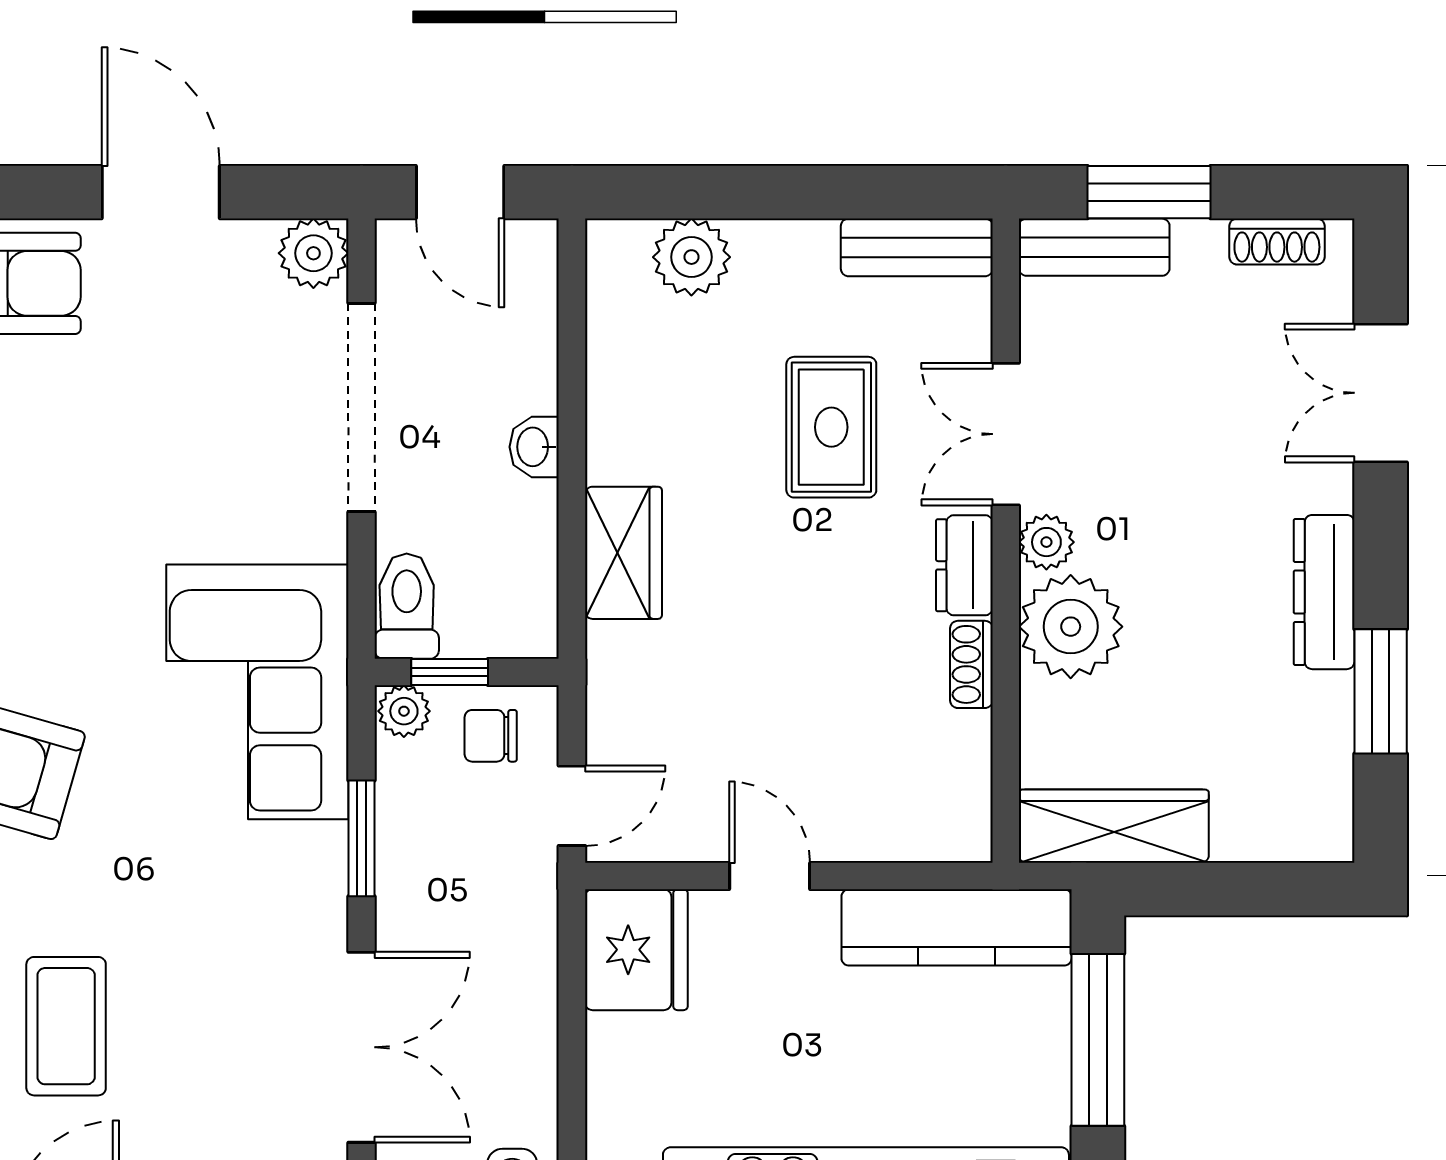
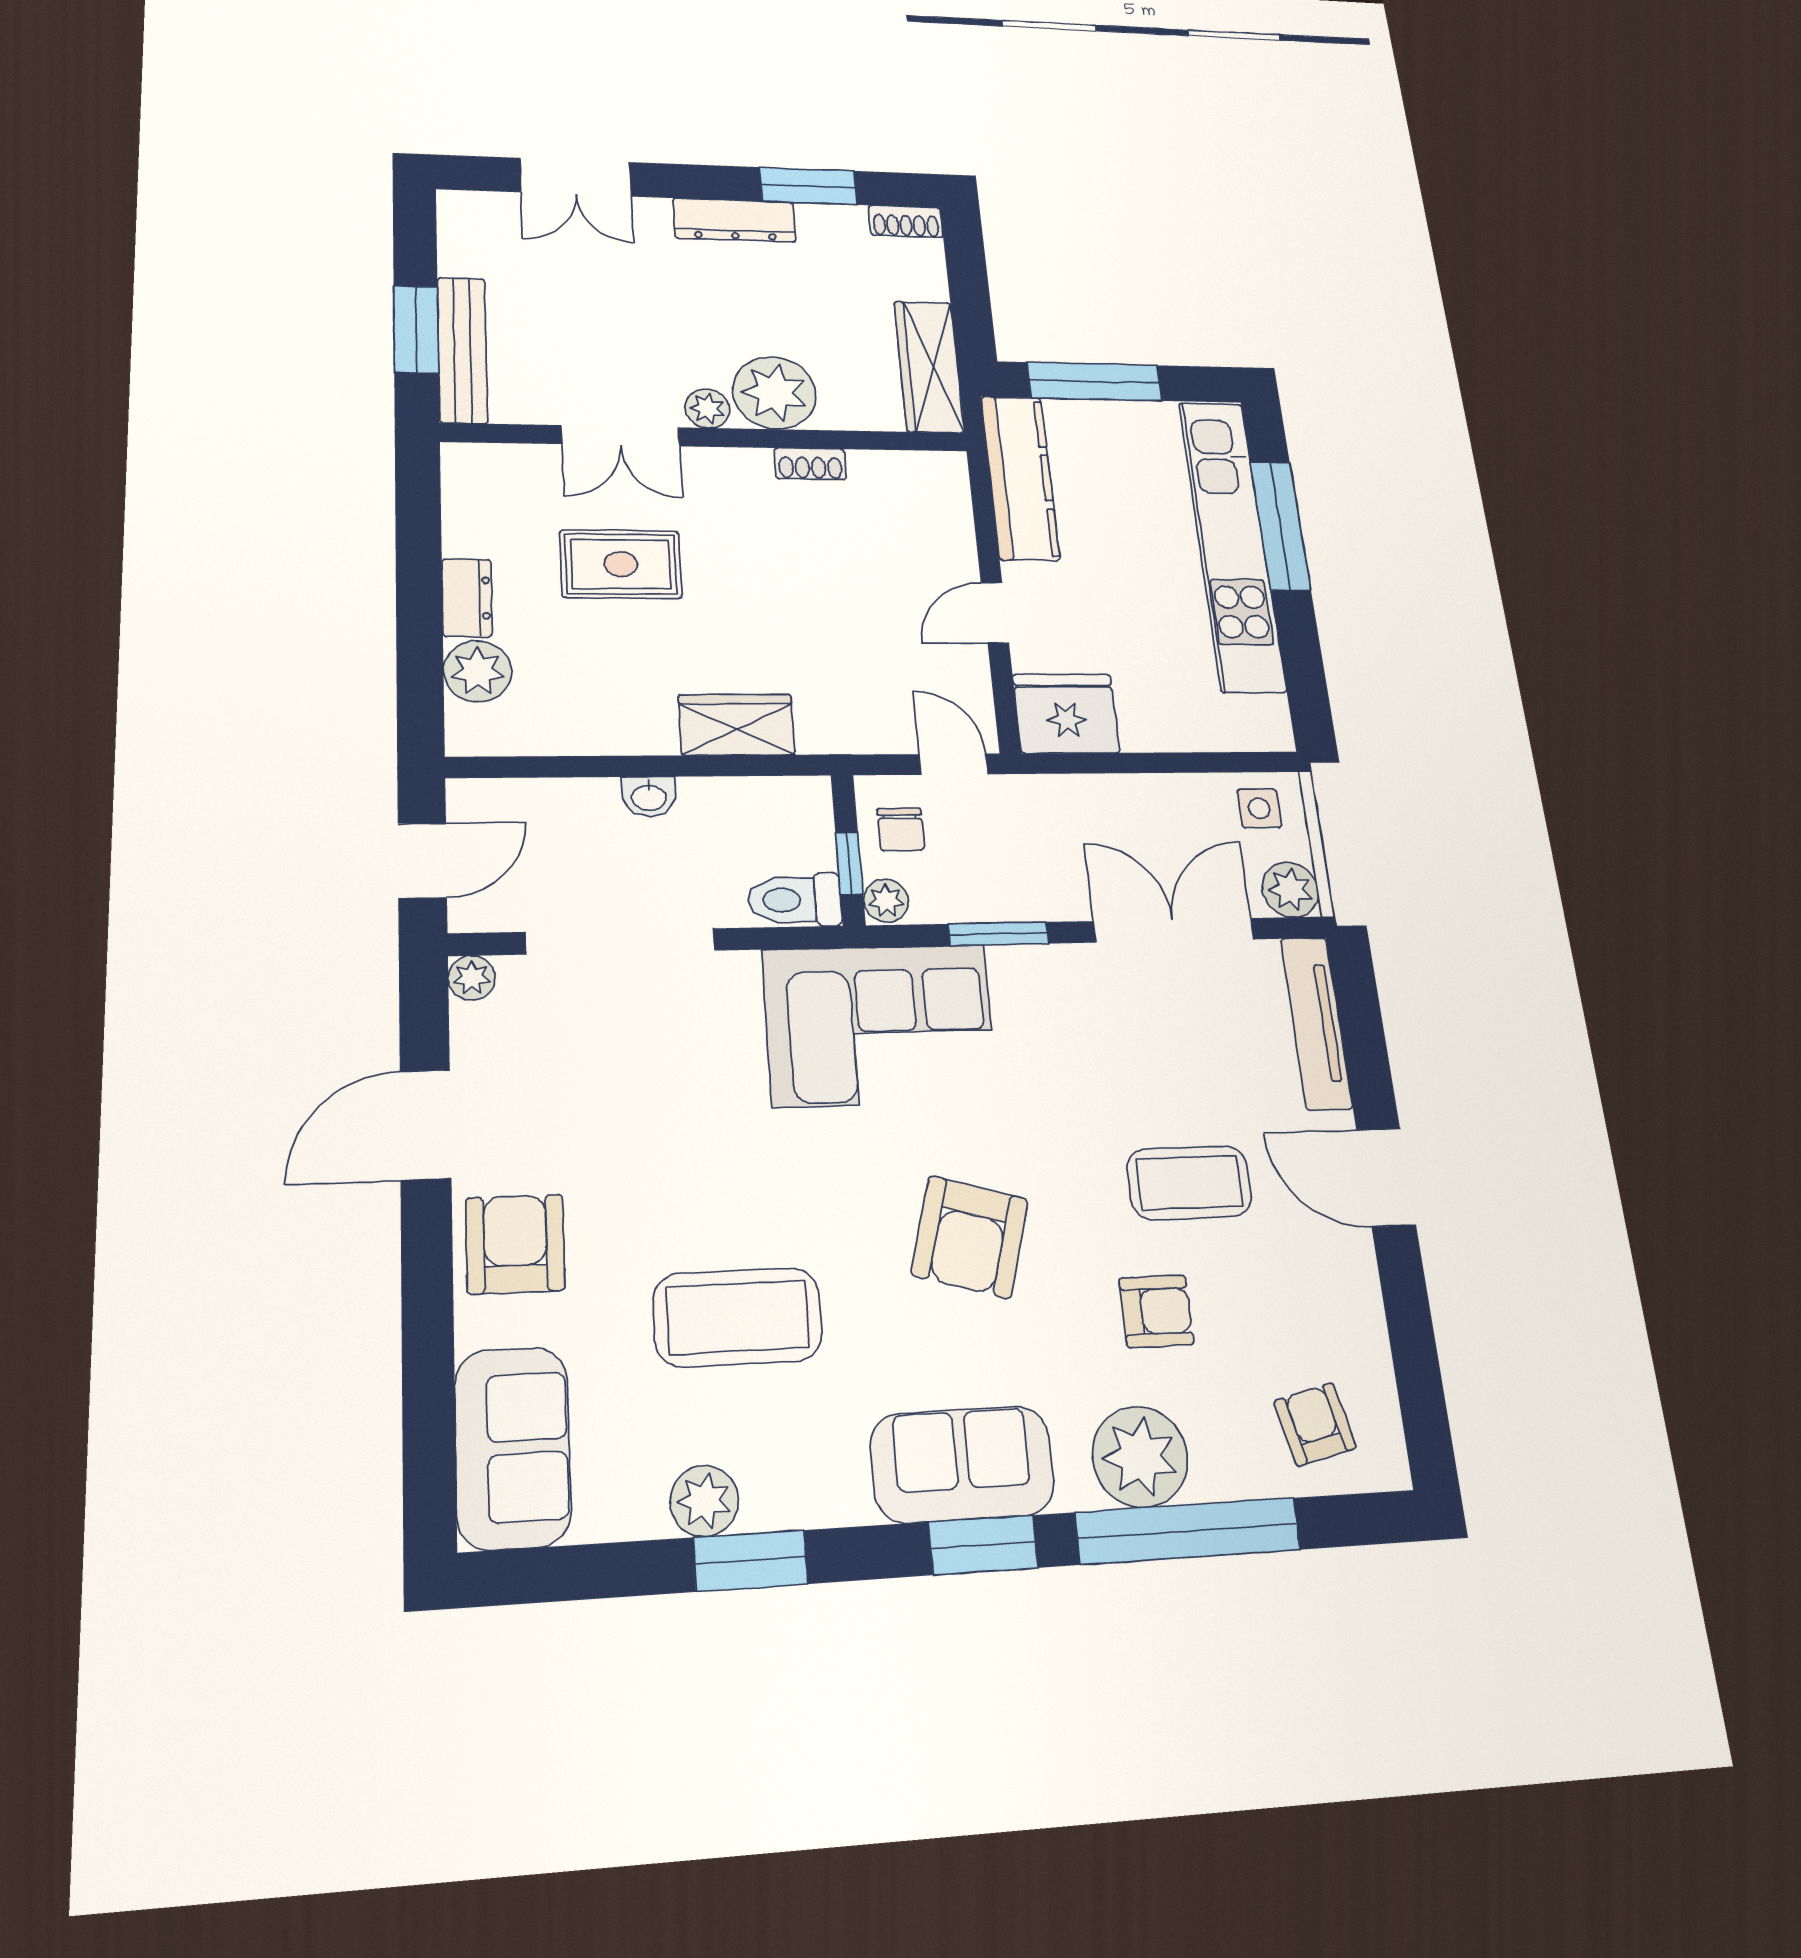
shoe rack: (1277, 242) -> (906, 221), moved, turned 90
bench: (917, 247) -> (466, 498), removed
bench: (1094, 247) -> (462, 350), width x1.36
plant: (313, 253) -> (472, 978), width x0.73, depth x0.73
dresser: (964, 565) -> (467, 598), moved, turned -90

